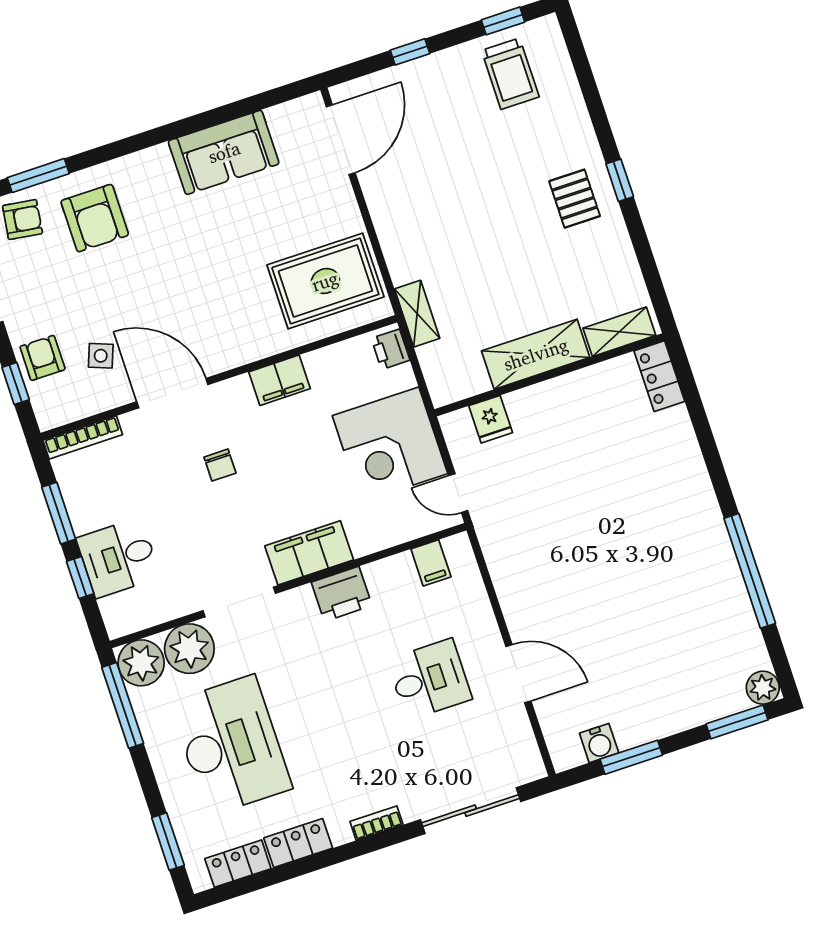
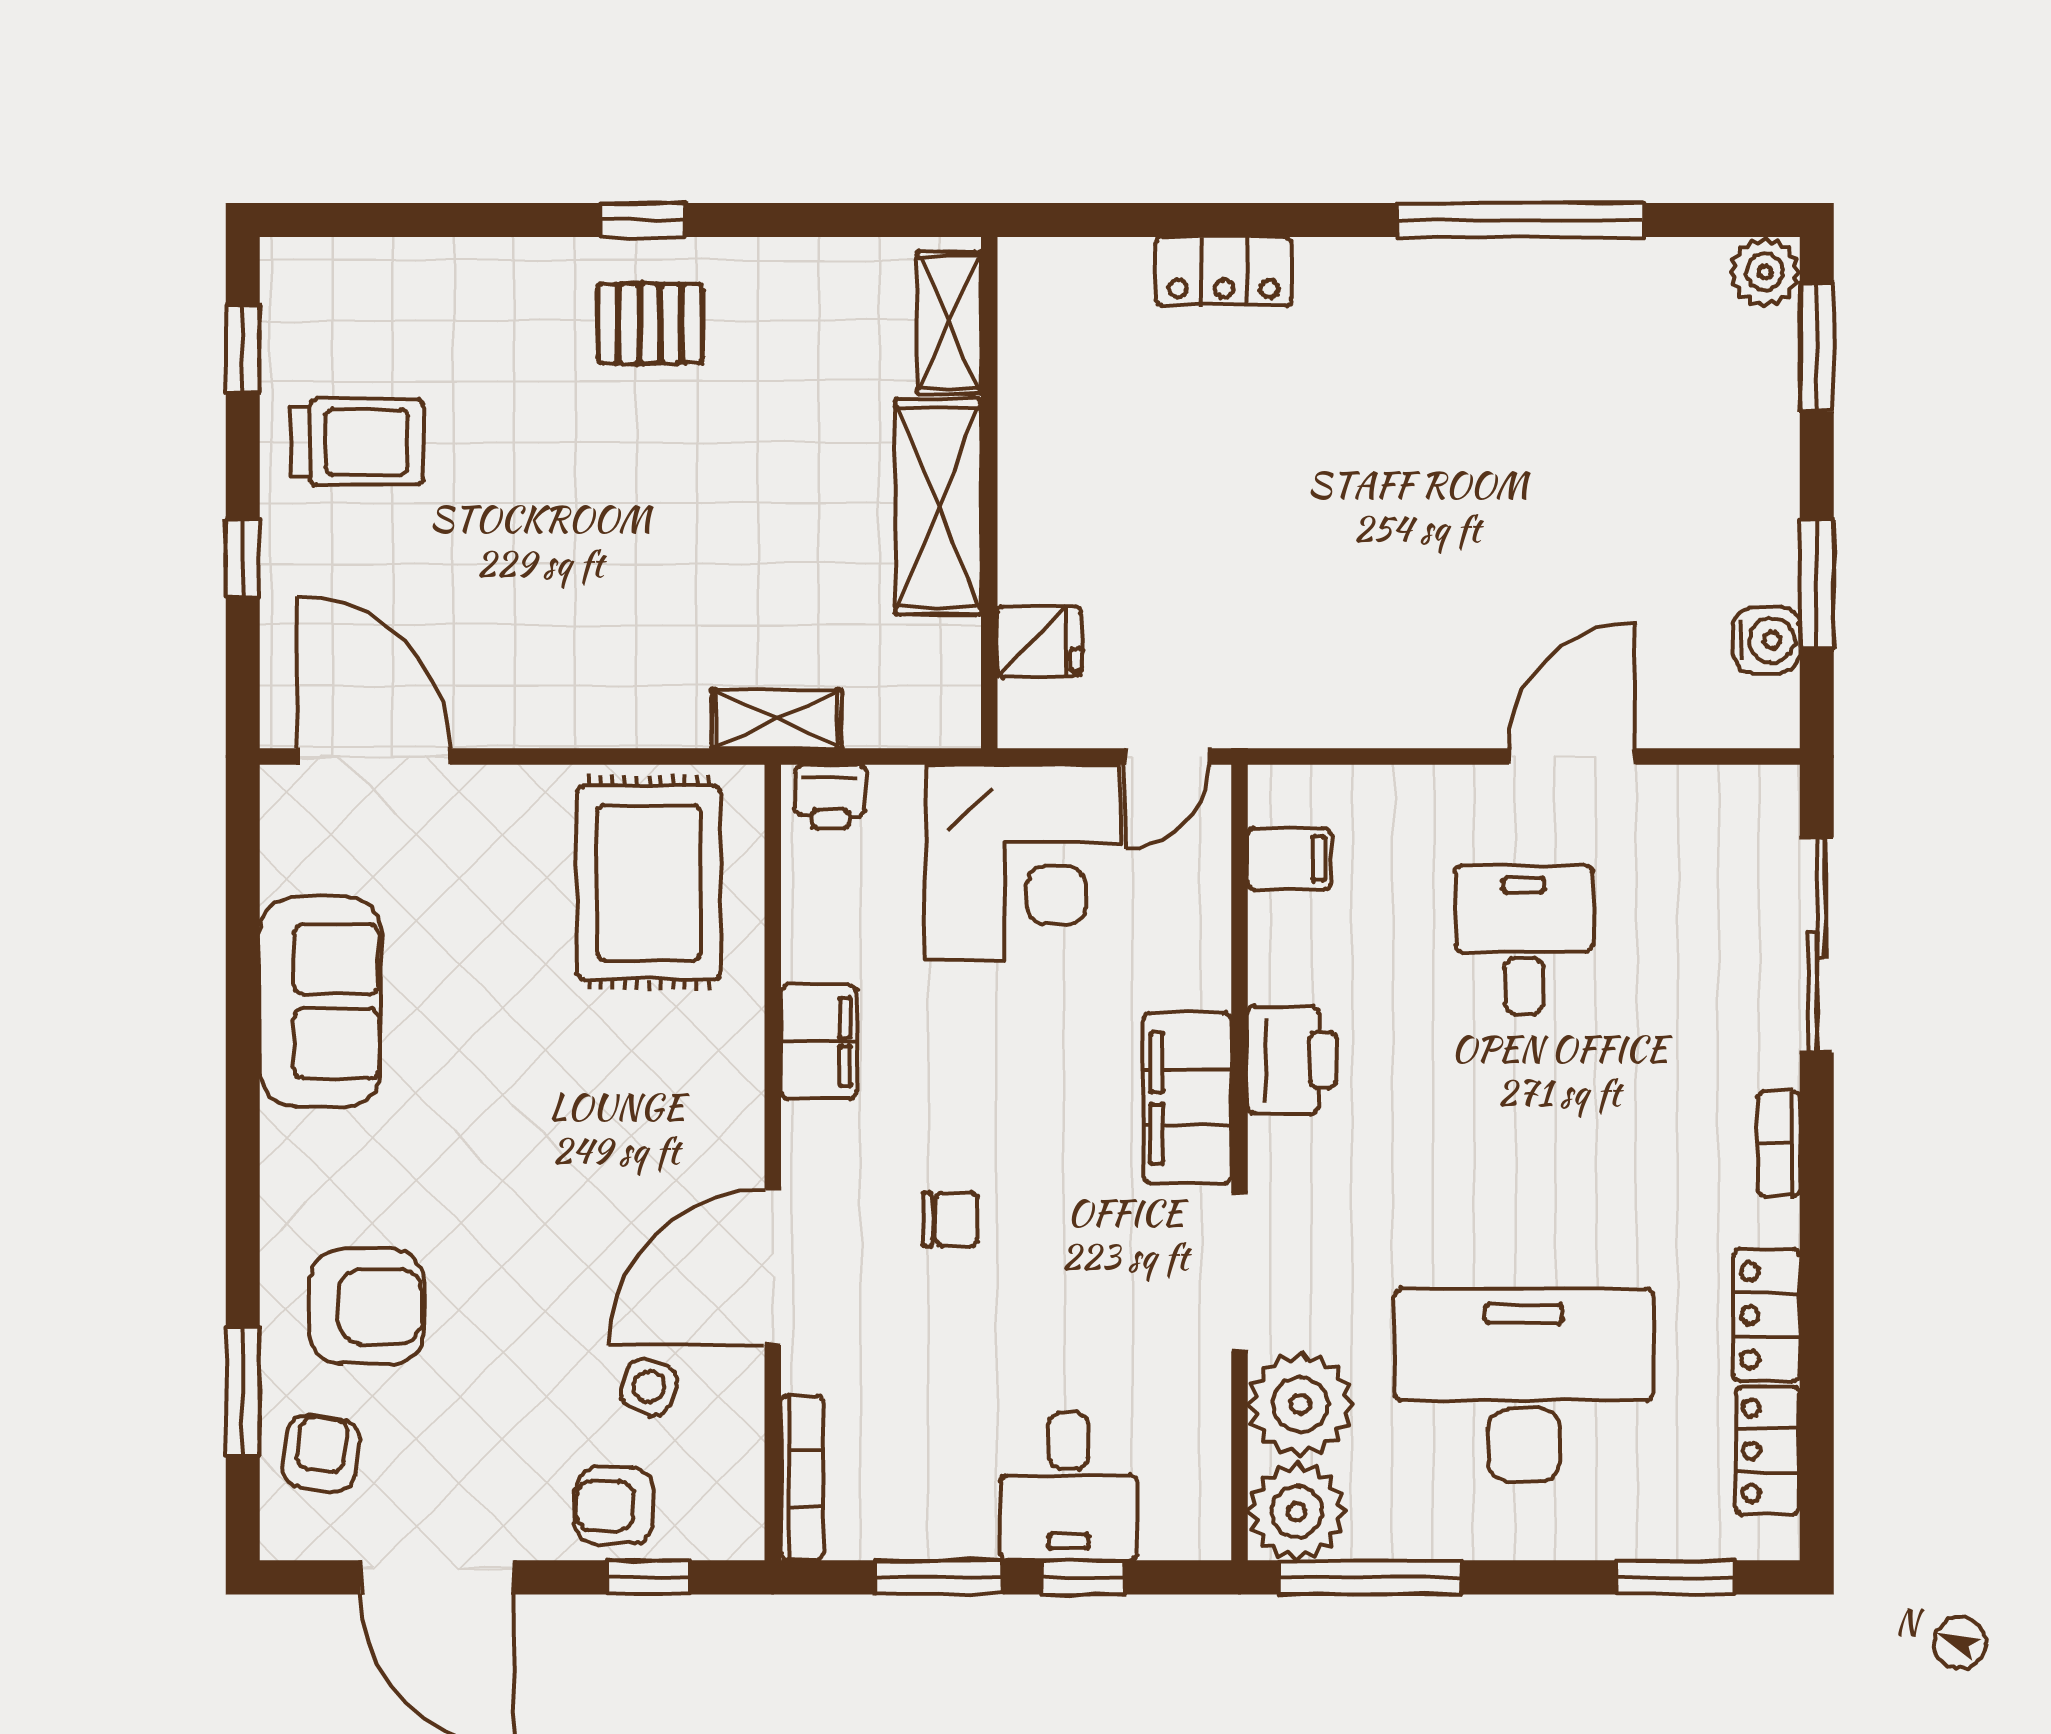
trolley: (510, 74) -> (357, 442), moved
locker: (659, 376) -> (1224, 271), moved

